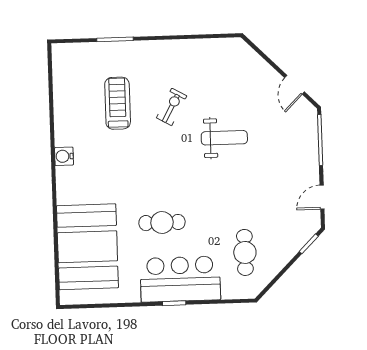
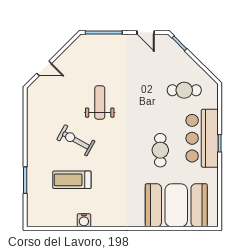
door: (295, 85) -> (44, 68), moved
exercise bike: (172, 107) -> (76, 140), width x1.38, depth x1.39
water cooler: (64, 156) -> (84, 220), moved

